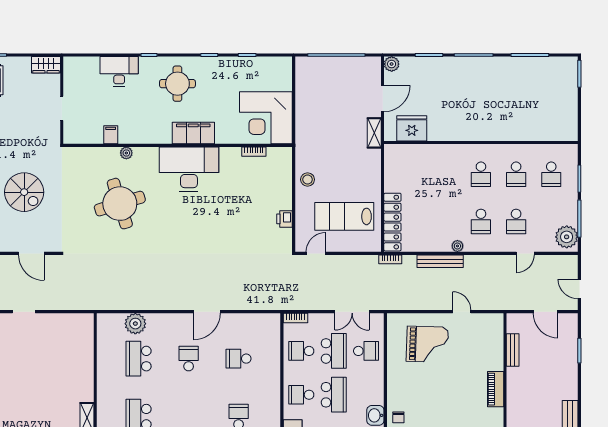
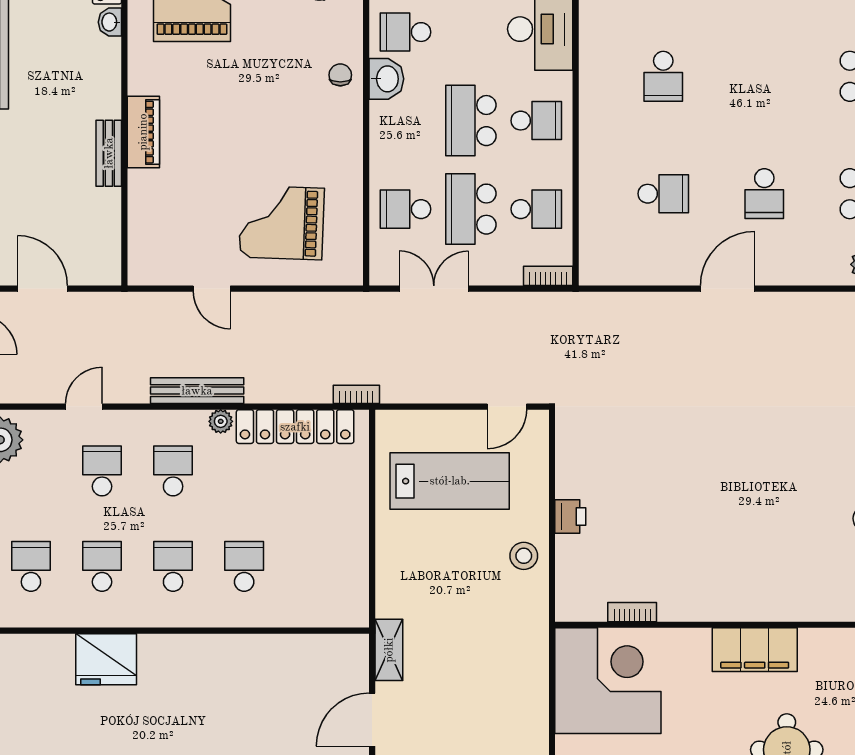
fridge: (412, 128) -> (106, 659), moved
desk: (189, 169) -> (763, 577), removed
school desk: (446, 174) -> (244, 566), added
printer: (285, 219) -> (570, 516), moved
locker: (392, 222) -> (295, 427), moved, turned -90
bench: (440, 261) -> (197, 391), moved
bench: (513, 350) -> (109, 153), moved

